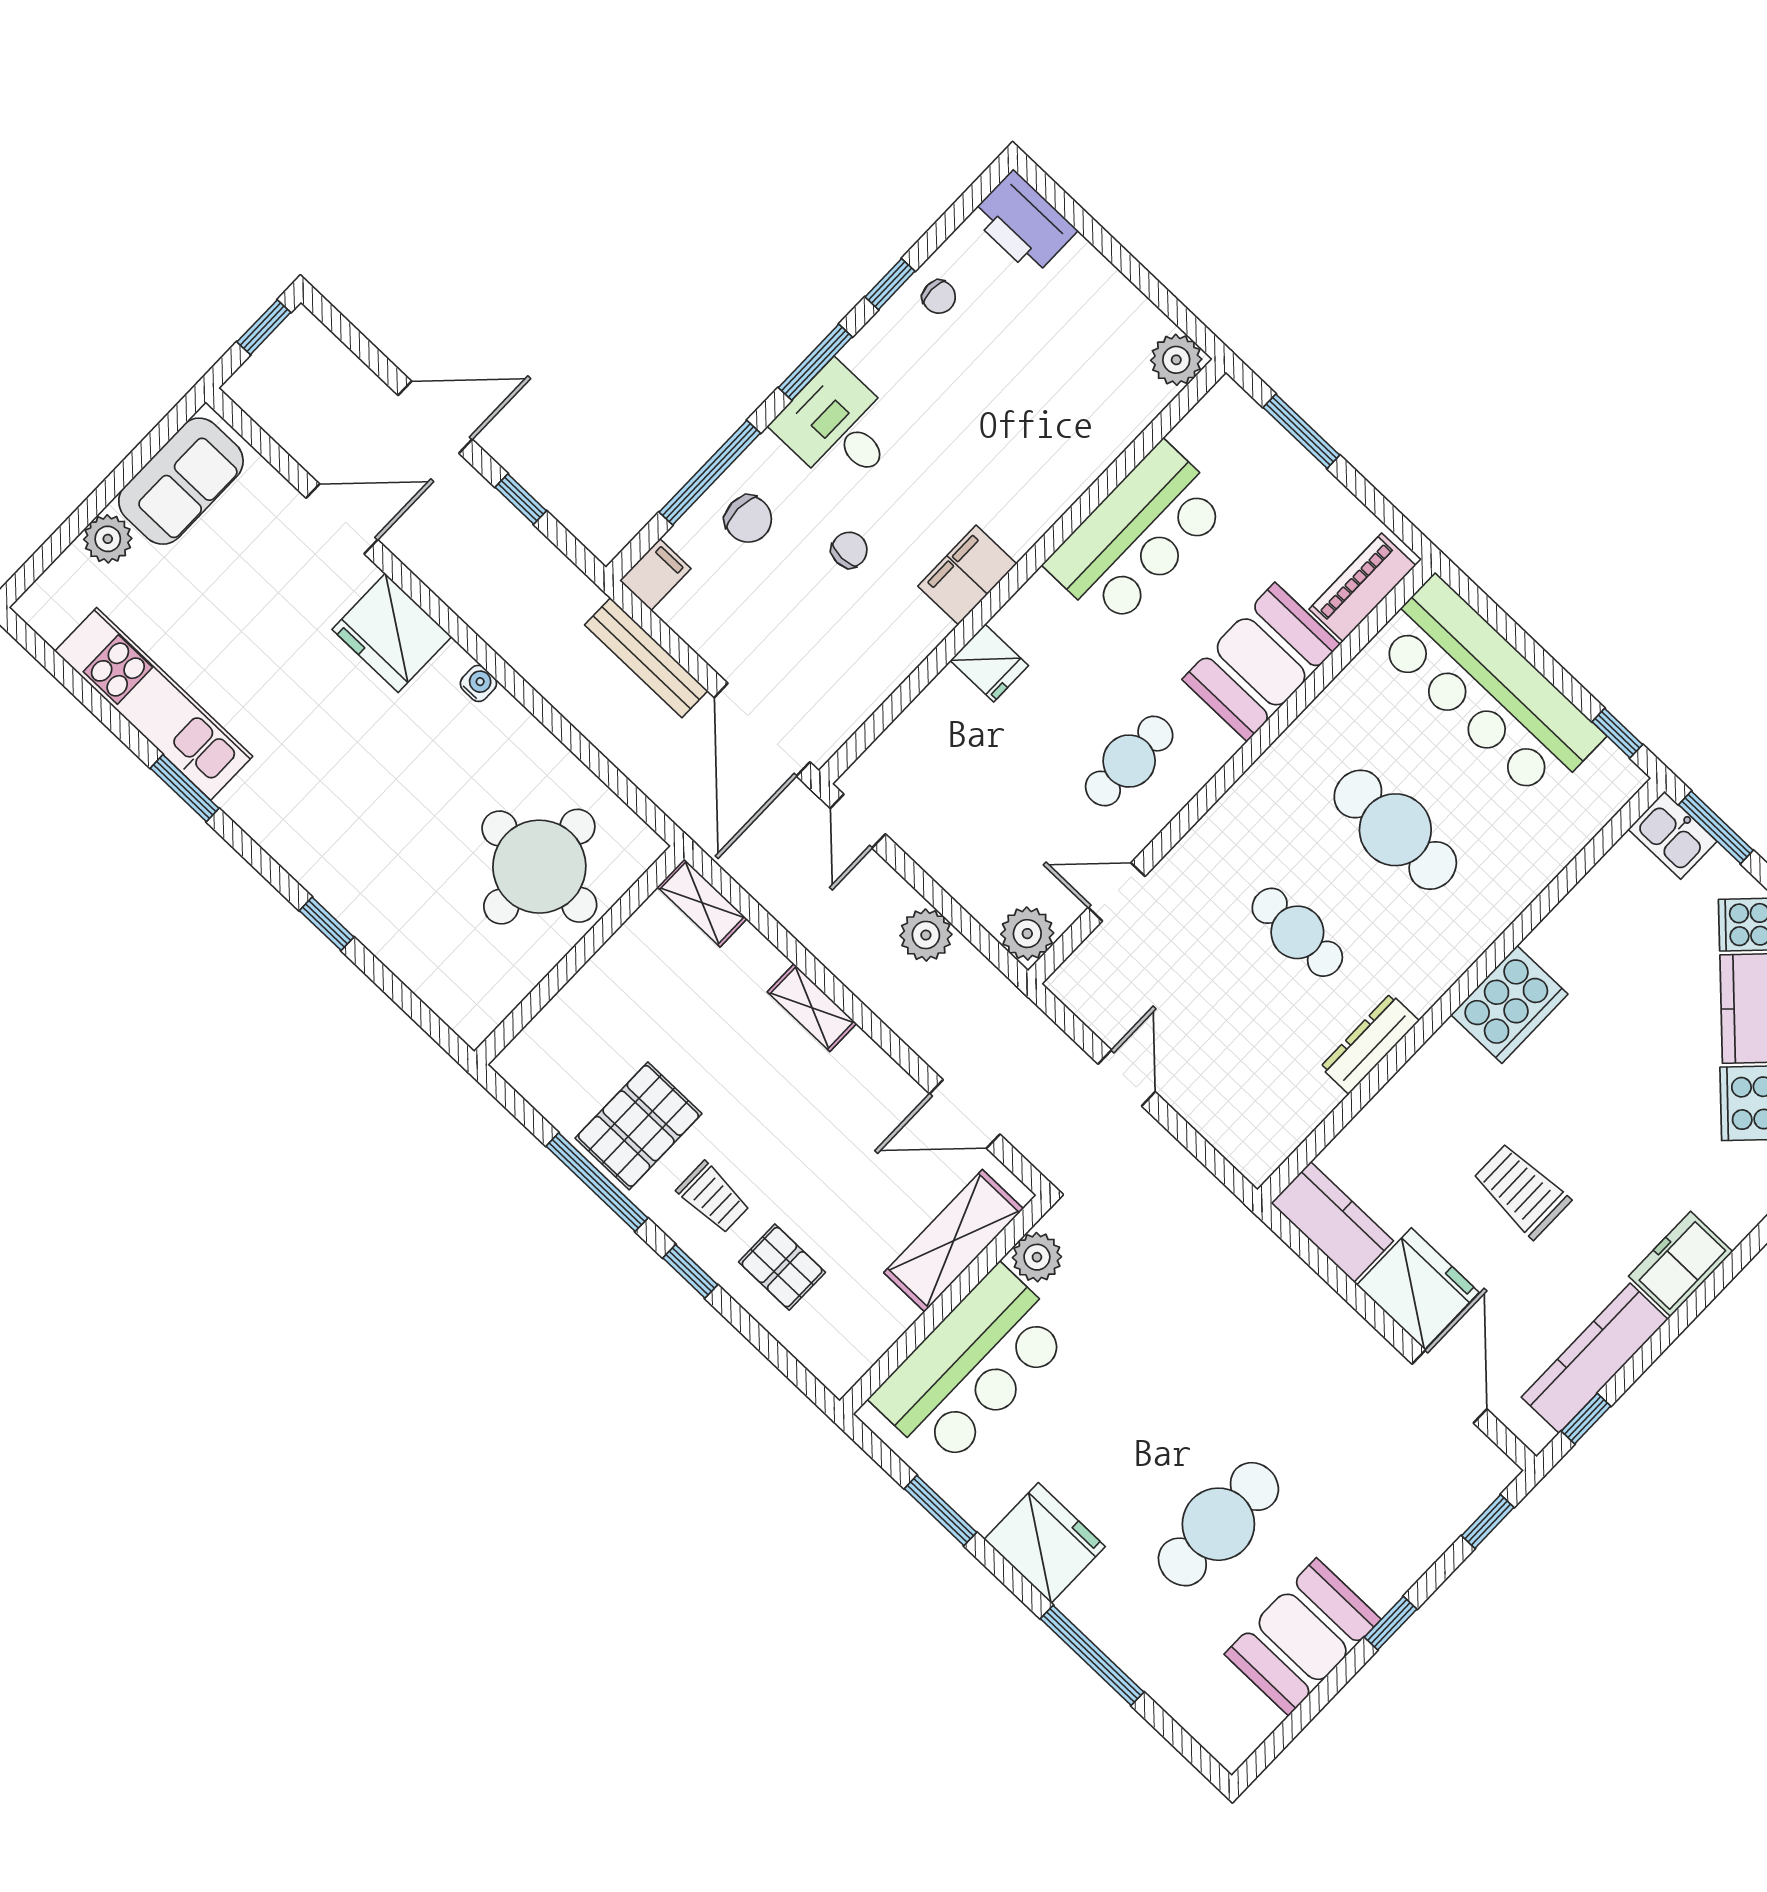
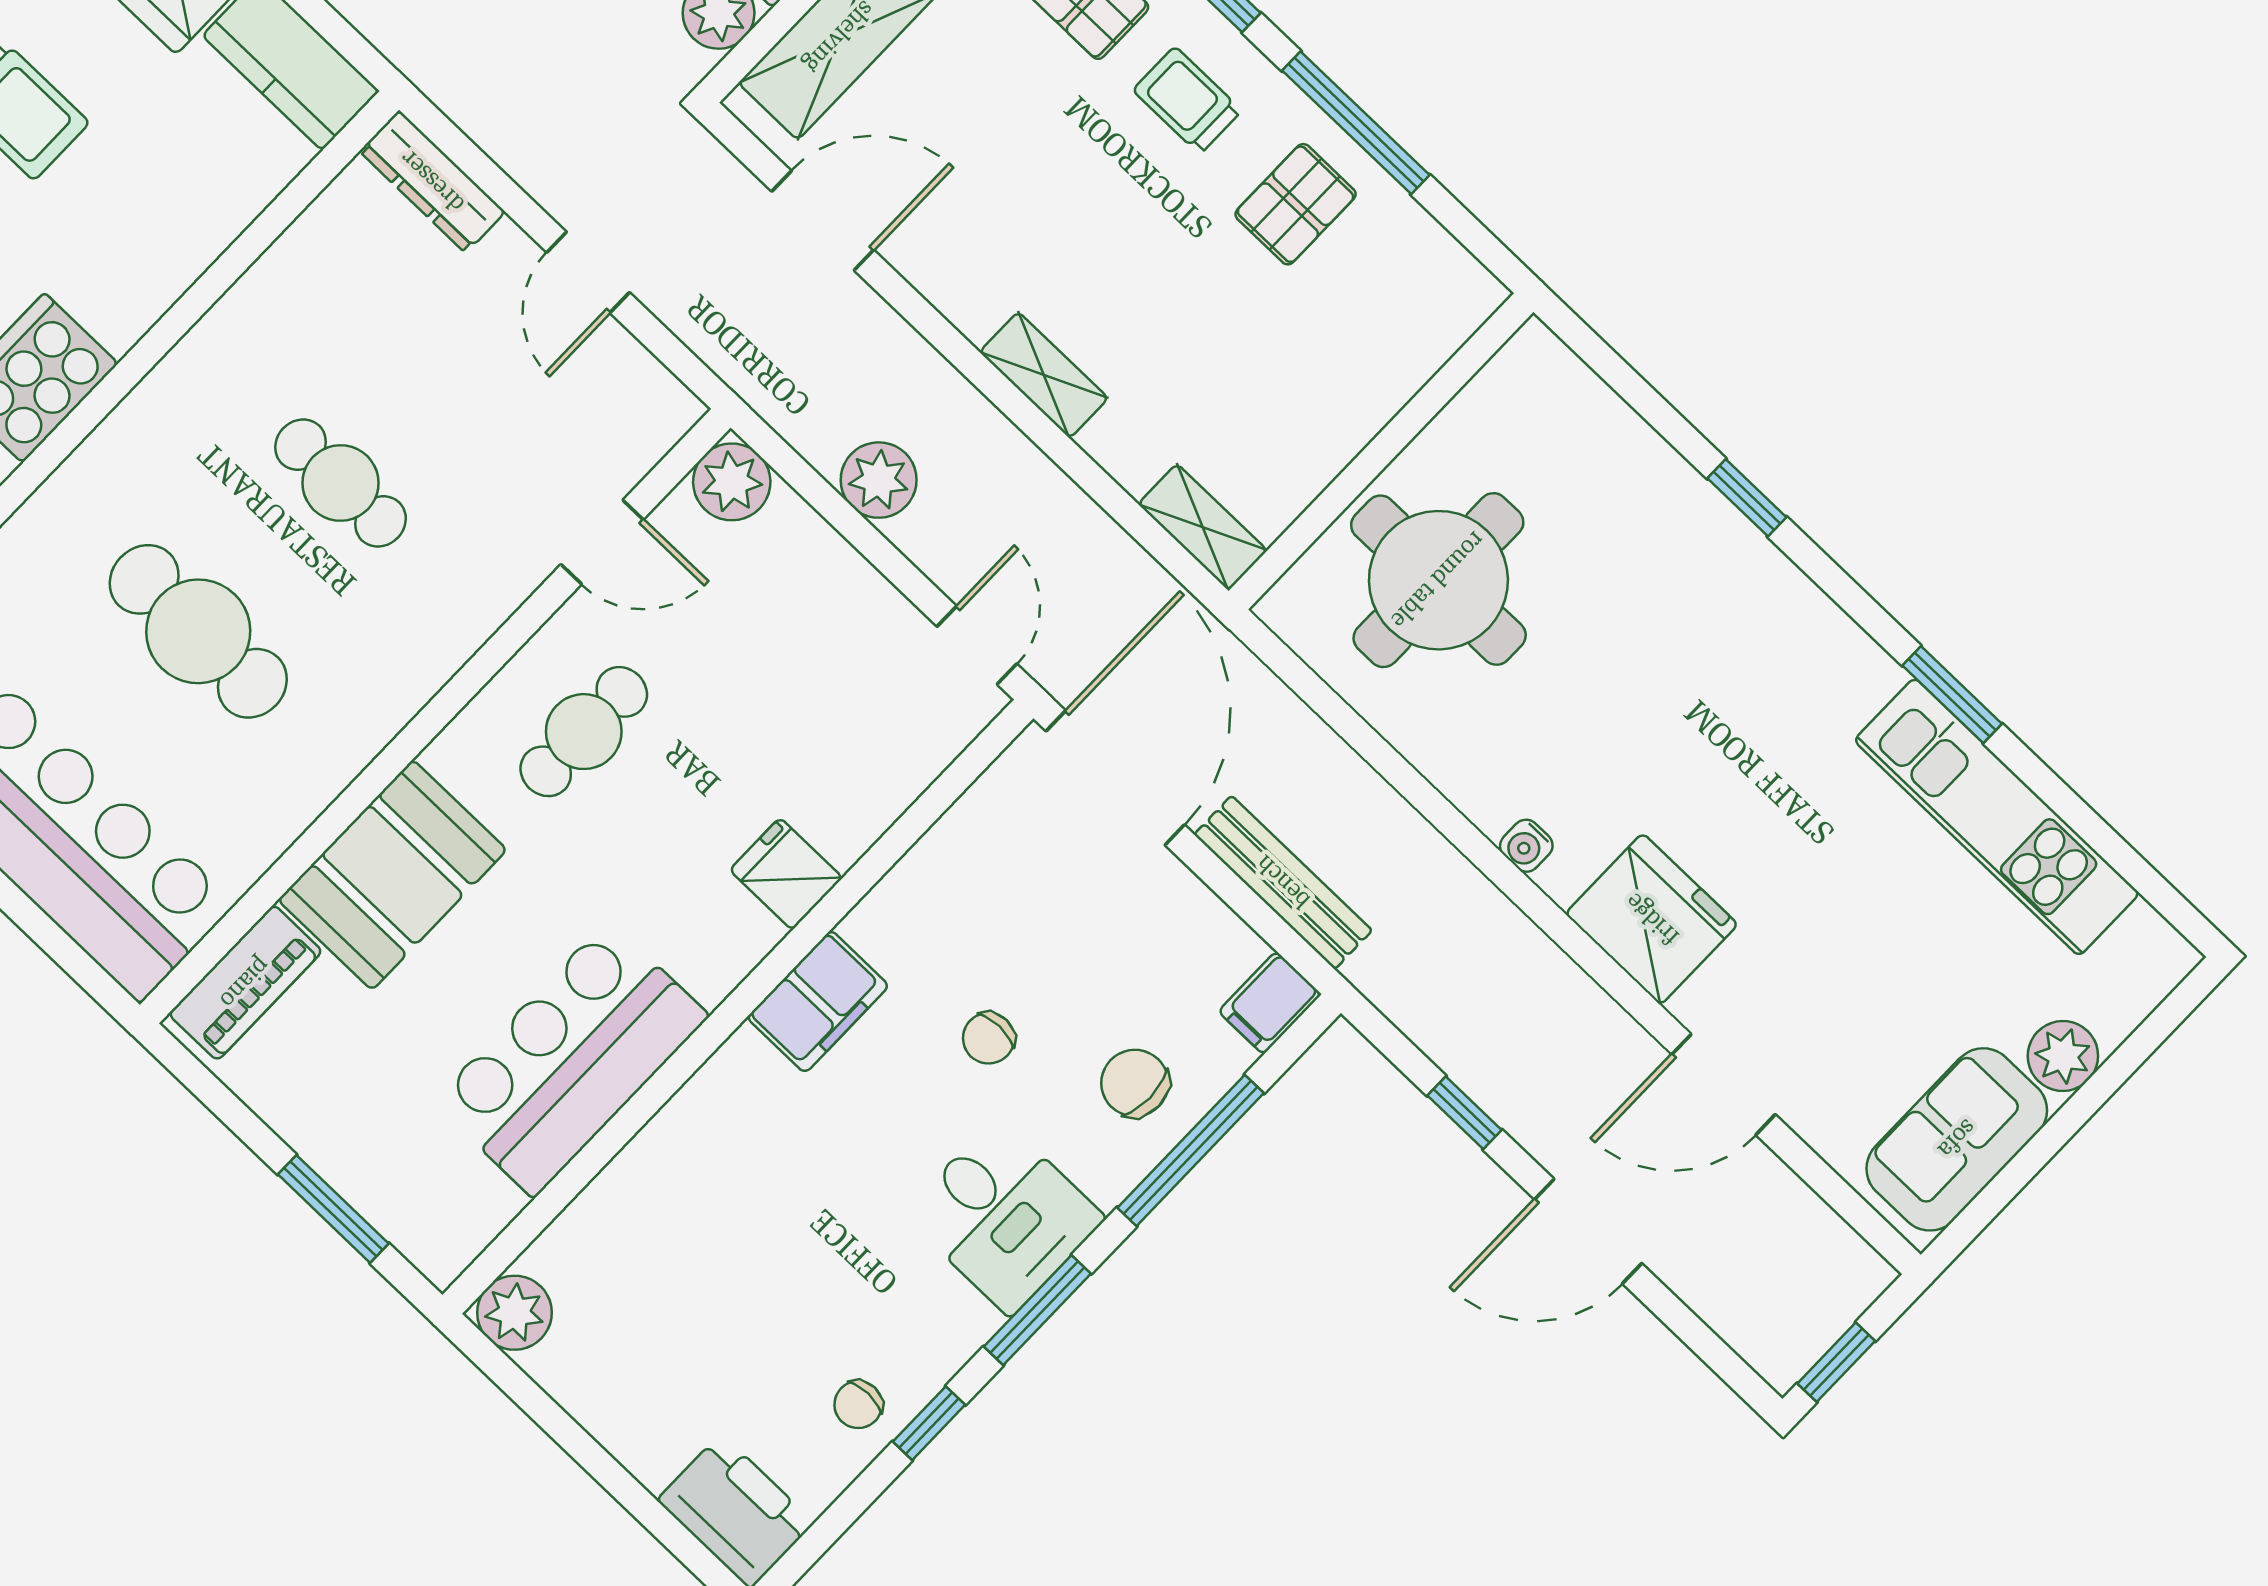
chair: (939, 297) -> (858, 1405), turned -90
dresser: (1370, 1044) -> (432, 181), moved, turned 90
pallet: (638, 1126) -> (1296, 204), width x0.67, depth x0.71

